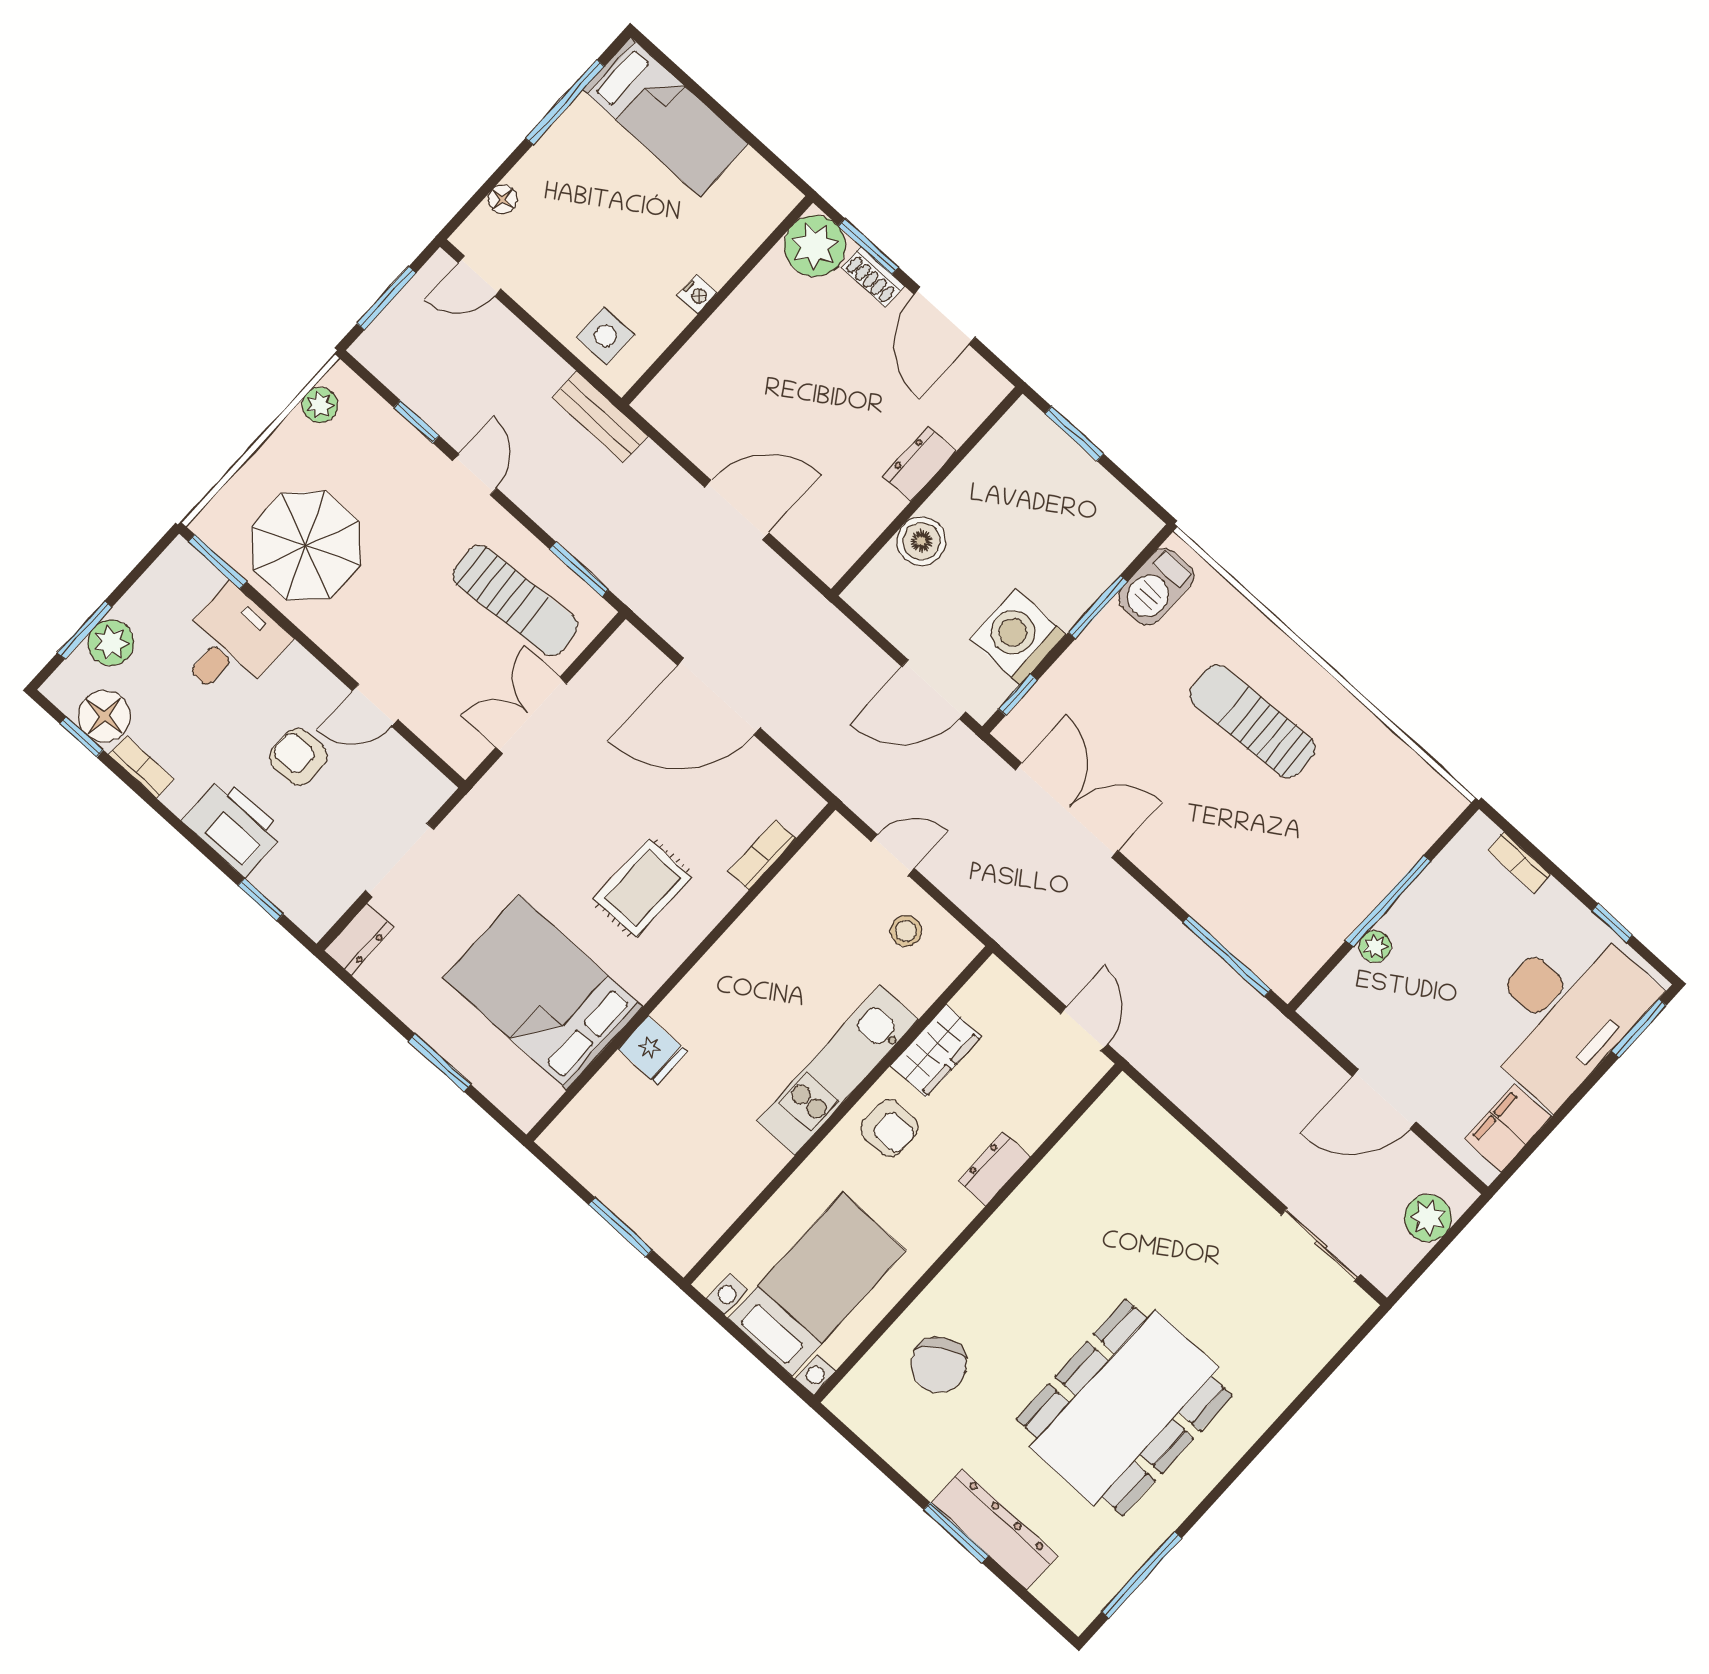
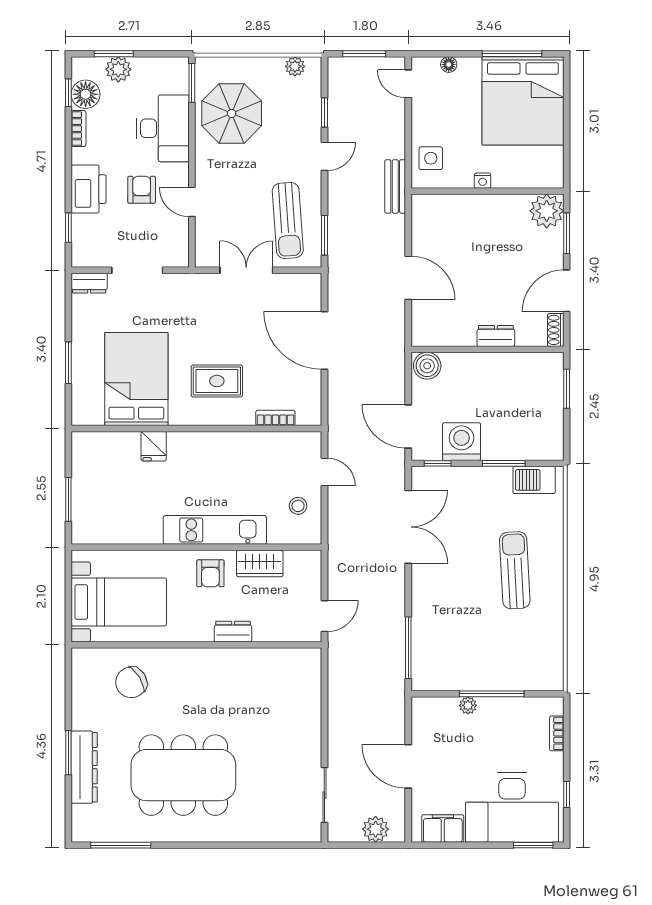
bed: (666, 117) -> (523, 101), width x2.04
shoe rack: (873, 277) -> (556, 330), moved
boiler: (921, 541) -> (427, 366), moved
desk: (230, 644) -> (163, 128), width x1.37

